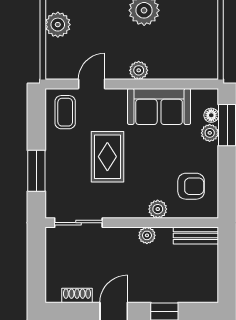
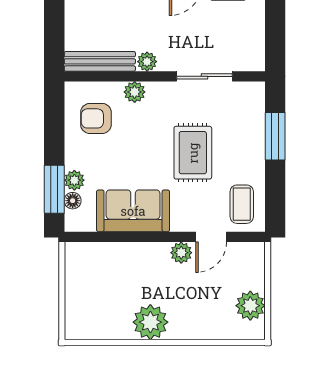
plant: (139, 70) -> (181, 253), moved
sliding door: (78, 223) -> (204, 76), moved
bench: (196, 236) -> (100, 61), width x1.36

